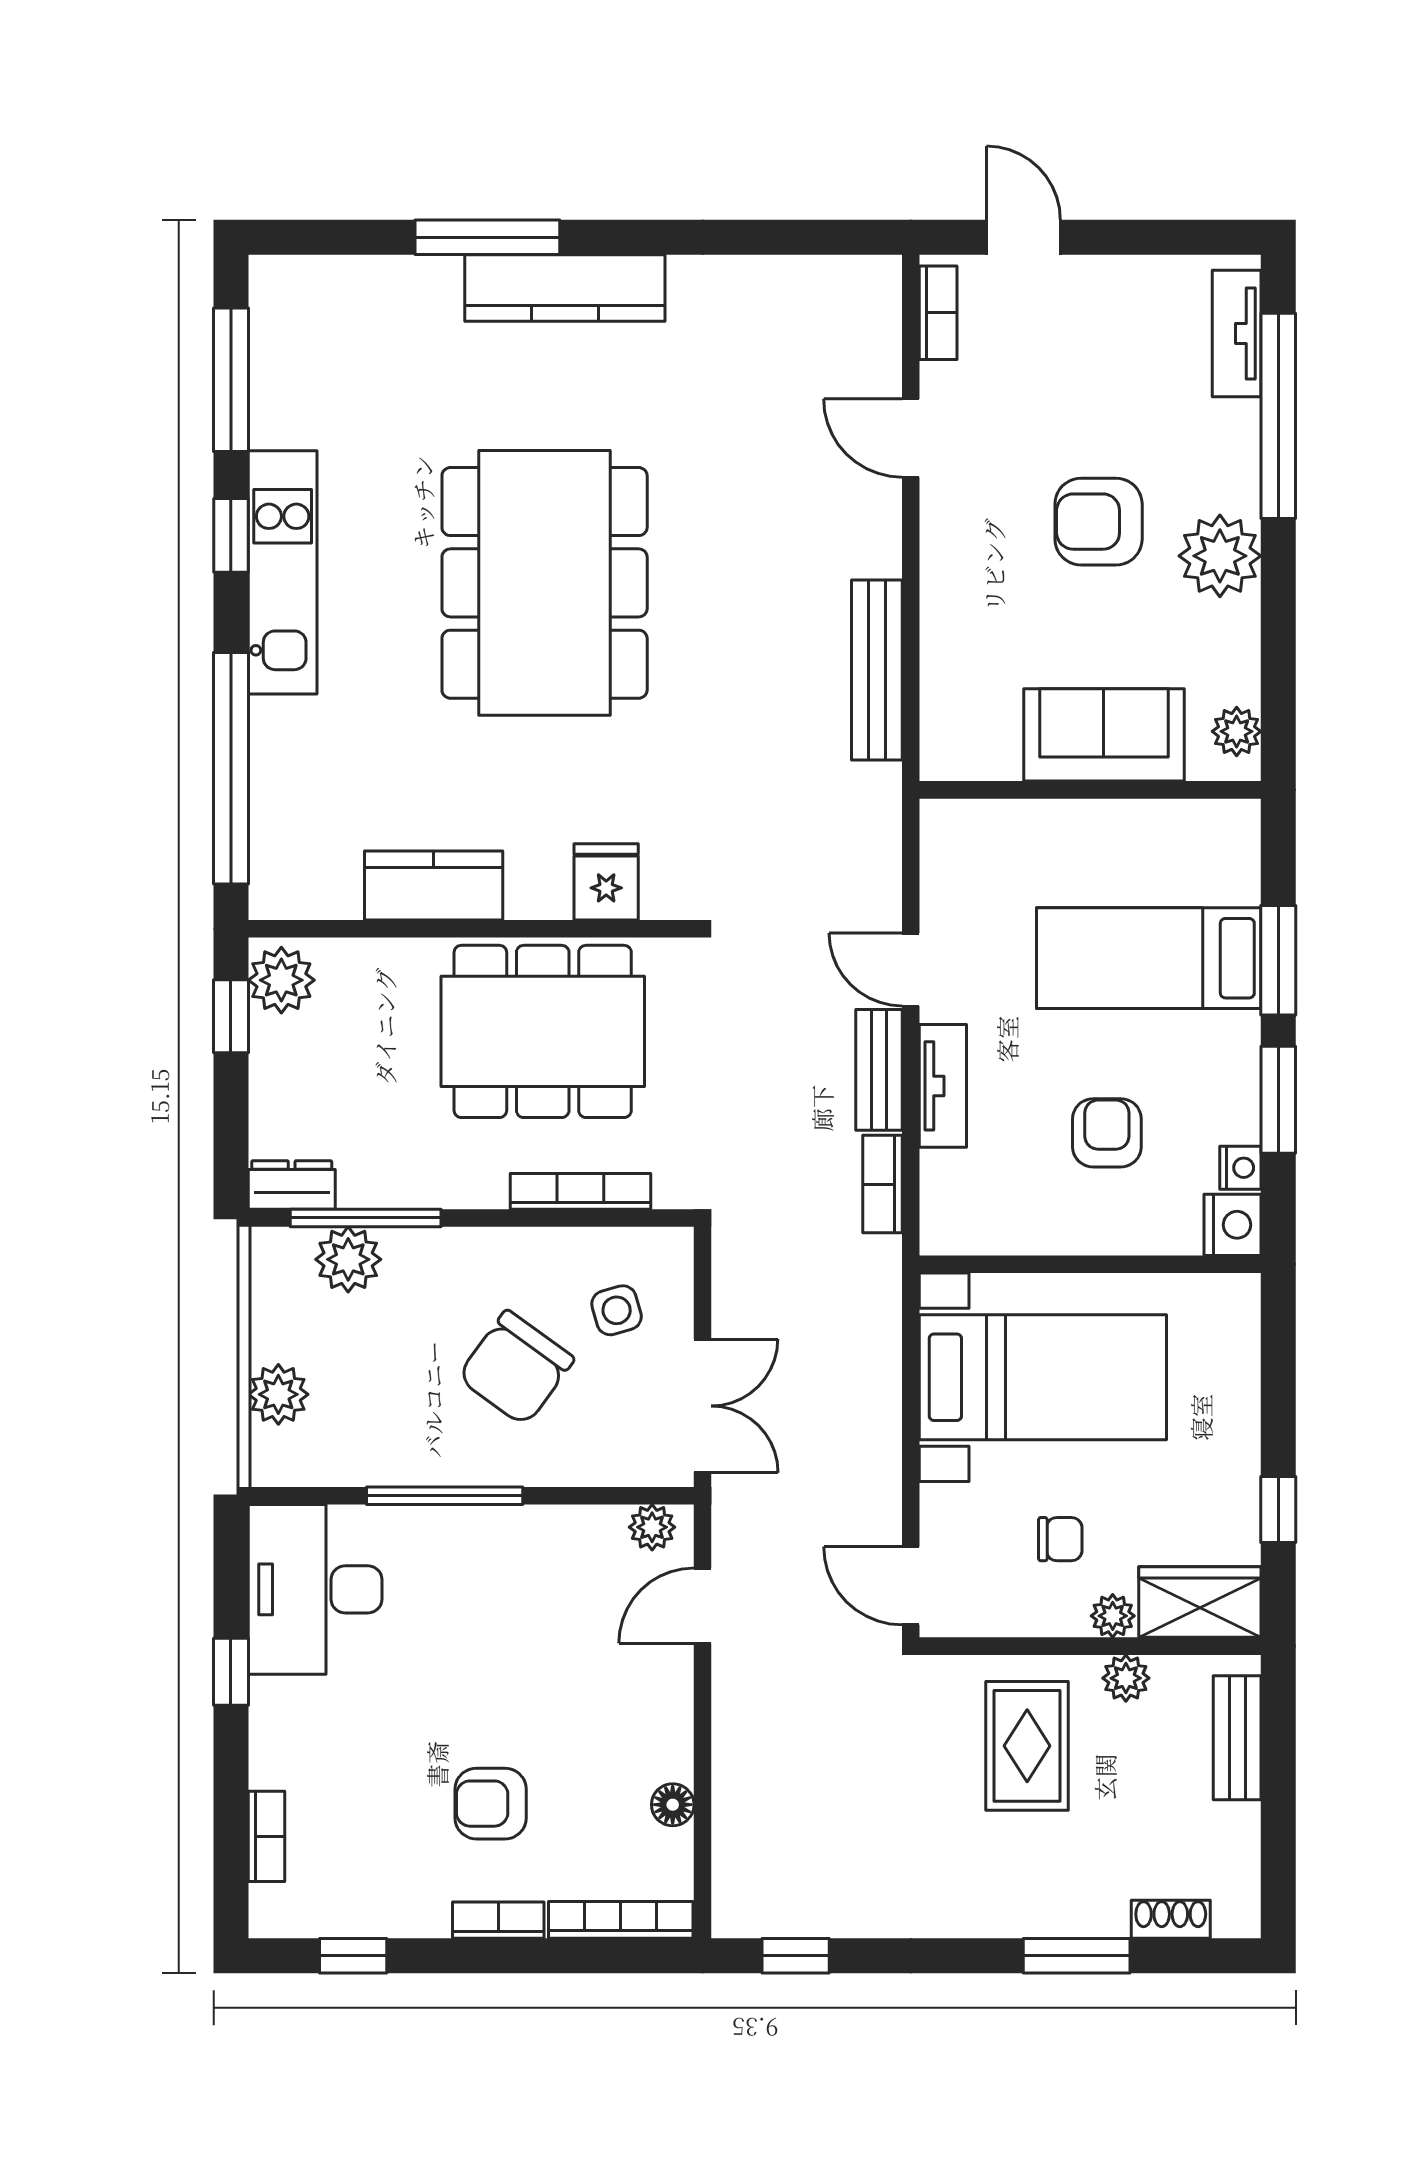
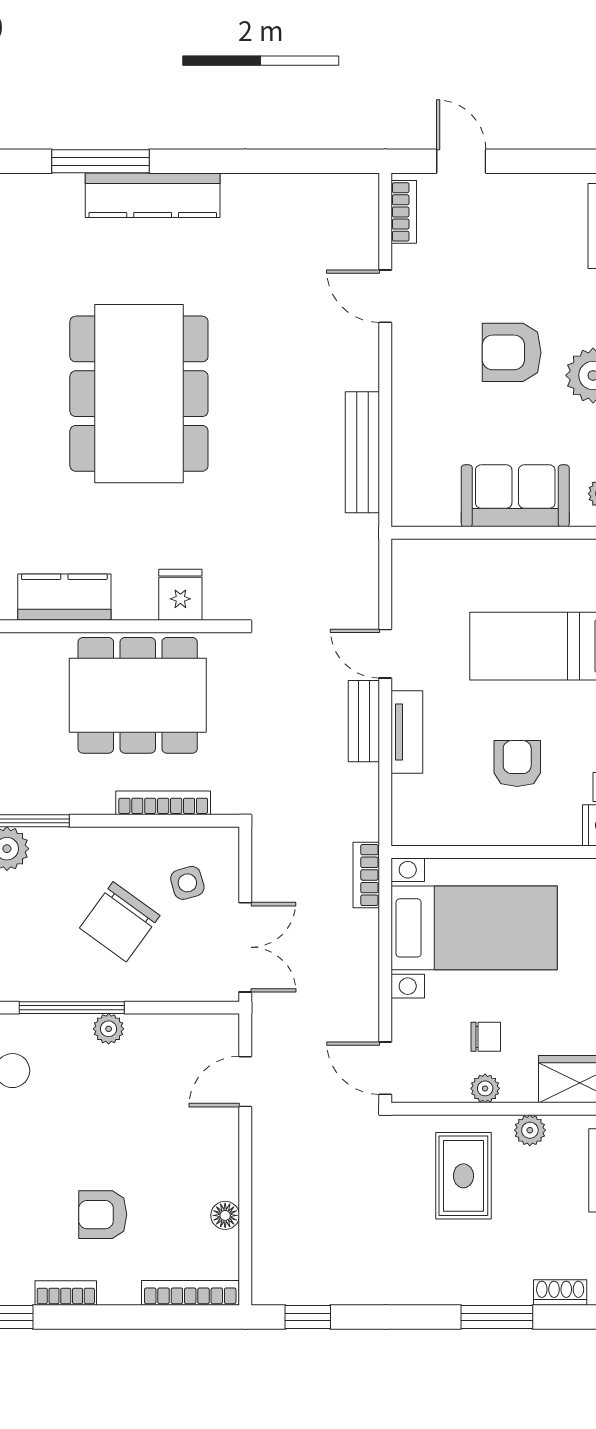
bookcase: (883, 1184) -> (366, 875), moved
plant: (652, 1527) -> (109, 1029), moved
plant: (1113, 1616) -> (485, 1088), moved
bookcase: (498, 1920) -> (66, 1293), moved

